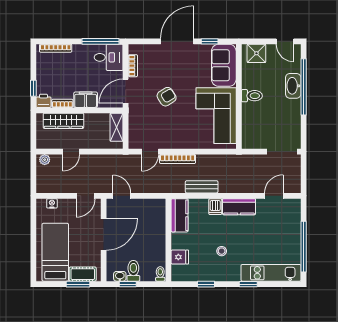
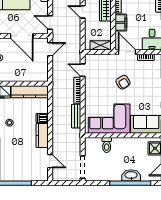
toilet: (252, 96) -> (107, 145), moved
bench: (202, 187) -> (76, 116), moved
kitchen counter: (180, 215) -> (30, 92), width x1.50

